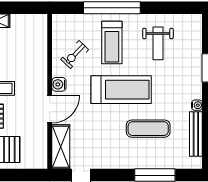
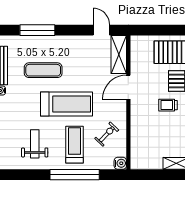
water cooler: (59, 84) -> (120, 163), moved
treadmill: (121, 90) -> (66, 104), turned 180

